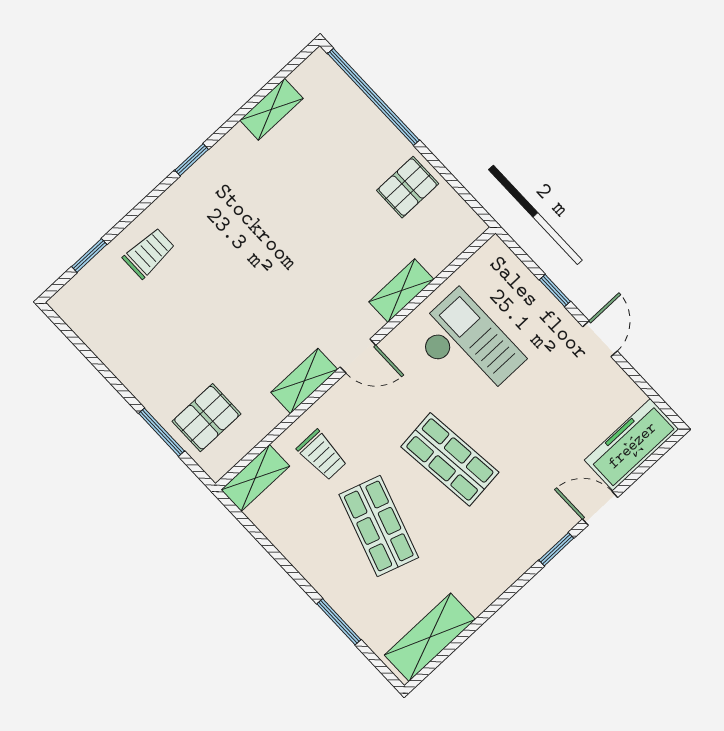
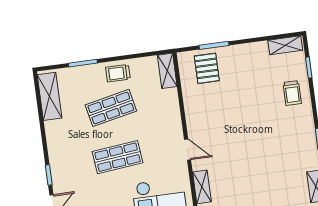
door: (358, 356) -> (188, 150), swing flipped
shelving: (304, 381) -> (285, 45), moved, turned 90
trolley: (322, 455) -> (118, 73), moved
shop shelf: (379, 526) -> (111, 108), turned -30

